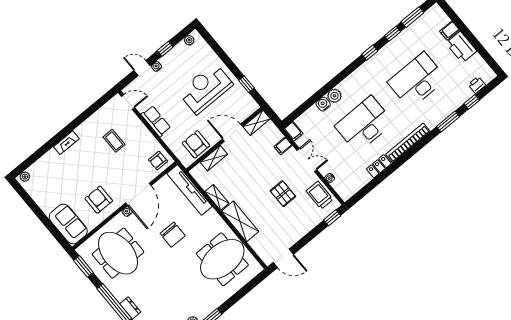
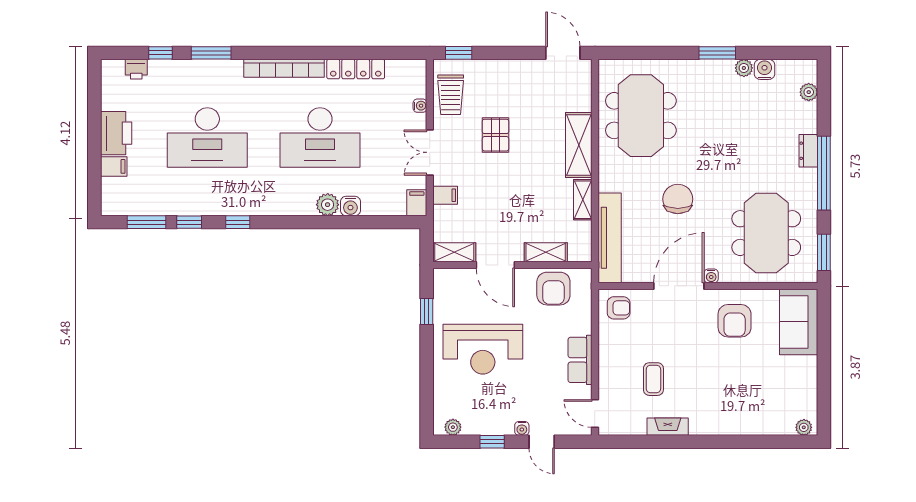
fireplace: (66, 143) -> (668, 427), moved
locker: (379, 166) -> (356, 69), width x1.53
meeting table: (222, 259) -> (641, 116), turned 90

